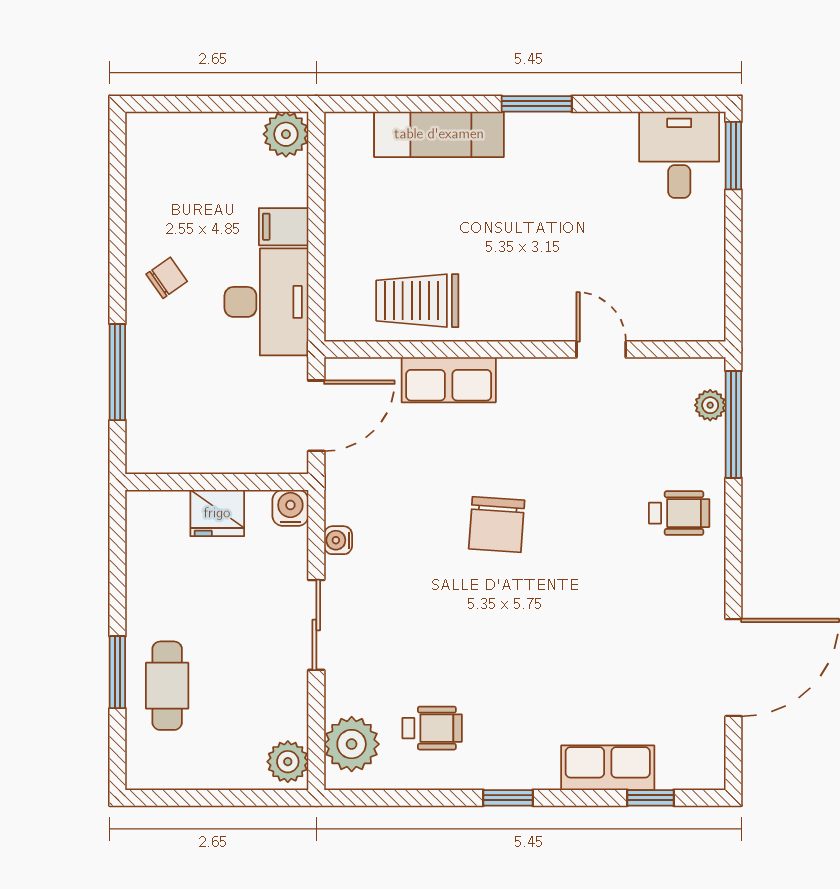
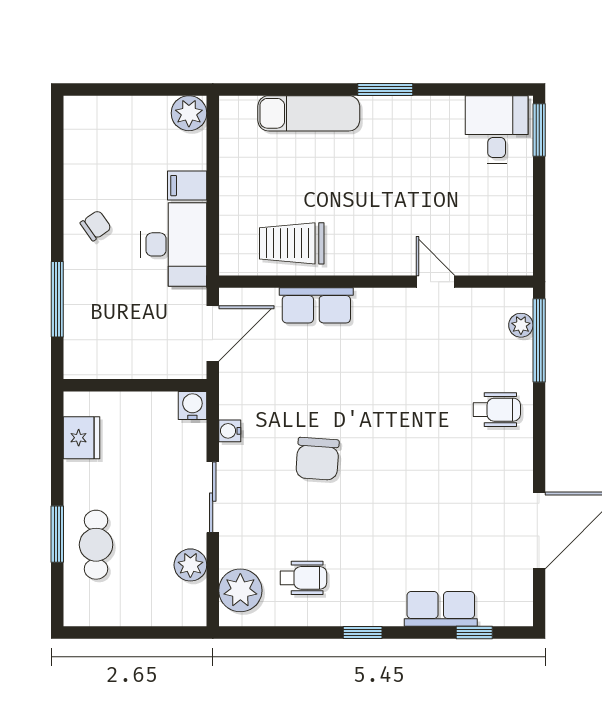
fridge: (217, 513) -> (81, 438), moved, turned -90
chair: (497, 524) -> (317, 459), moved
plant: (288, 762) -> (190, 565), moved

